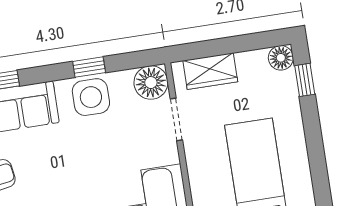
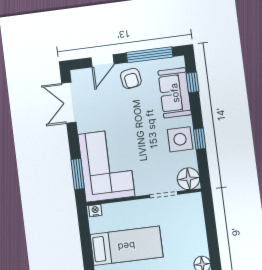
wardrobe: (210, 71) -> (195, 218), removed

